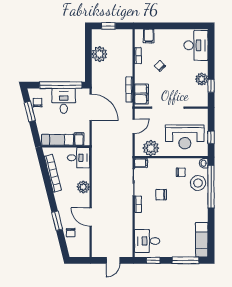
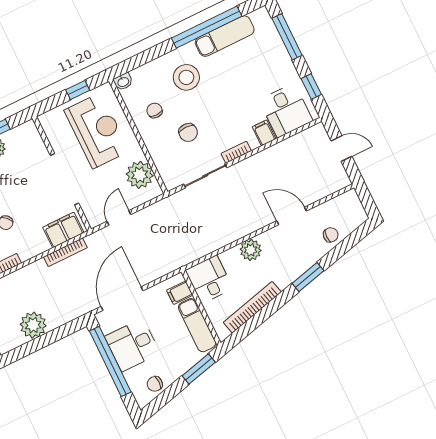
window: (30, 112) -> (199, 369), moved
door: (134, 126) -> (119, 218), hinge flipped
filing cabinet: (141, 163) -> (264, 133), moved
stool: (198, 183) -> (186, 77), moved
window: (211, 187) -> (207, 27), moved
chair: (161, 195) -> (188, 132), moved
door: (91, 217) -> (292, 216), swing flipped
window: (57, 221) -> (308, 277), moved
exam couch: (202, 240) -> (225, 36), moved

